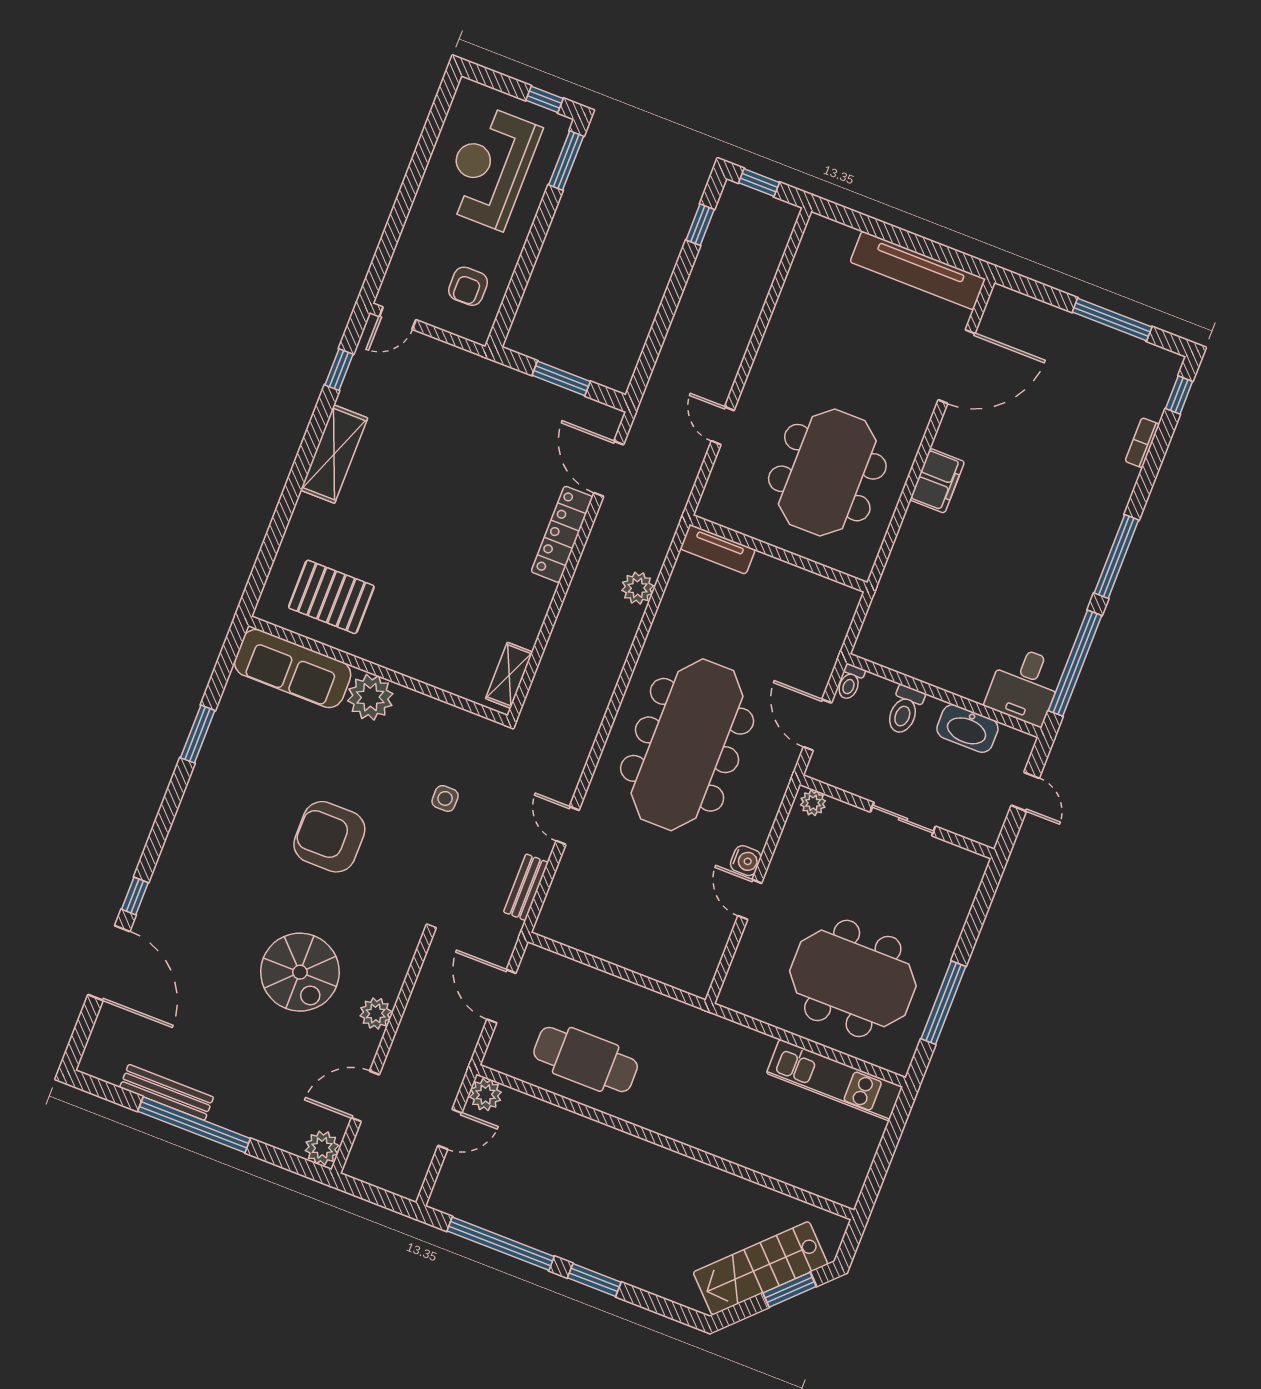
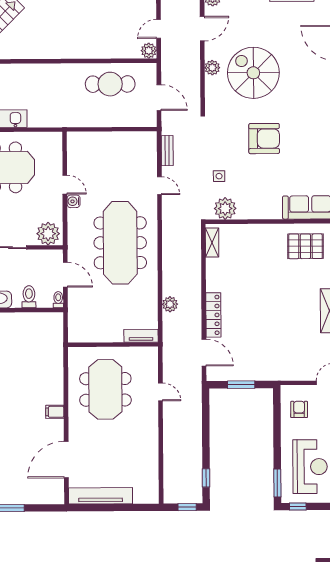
filing cabinet: (937, 481) -> (55, 412), width x0.50
plant: (370, 697) -> (225, 208), moved
plant: (813, 803) -> (48, 234), width x1.88, depth x1.88
spiral stairs: (300, 972) -> (253, 73), width x1.37, depth x1.37

